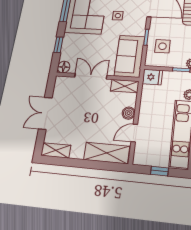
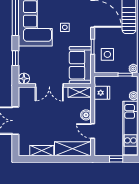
double door: (91, 76) -> (49, 85), swing flipped
fridge: (152, 77) -> (102, 93), moved
door: (134, 133) -> (93, 131), hinge flipped
shelving: (56, 150) -> (42, 151), moved

